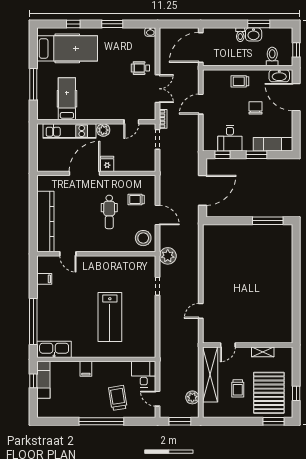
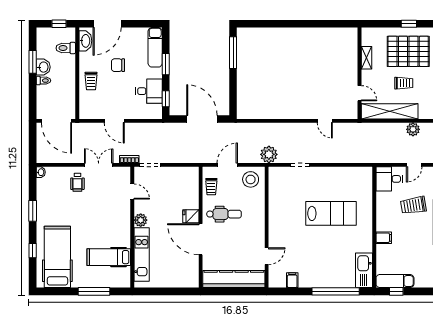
fridge: (107, 164) -> (191, 216), moved
door: (84, 173) -> (201, 239), moved
wall: (96, 173) -> (201, 227), moved

